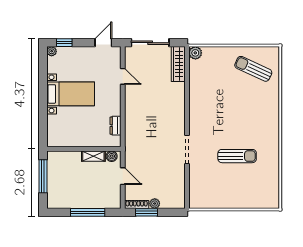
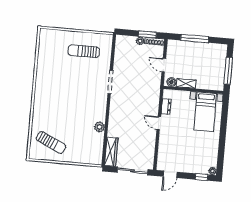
plant: (195, 53) -> (100, 127), moved
door: (123, 76) -> (159, 123), moved
bed with nightstands: (71, 94) -> (205, 112), moved, turned -90
sun lounger: (237, 156) -> (84, 51), moved

